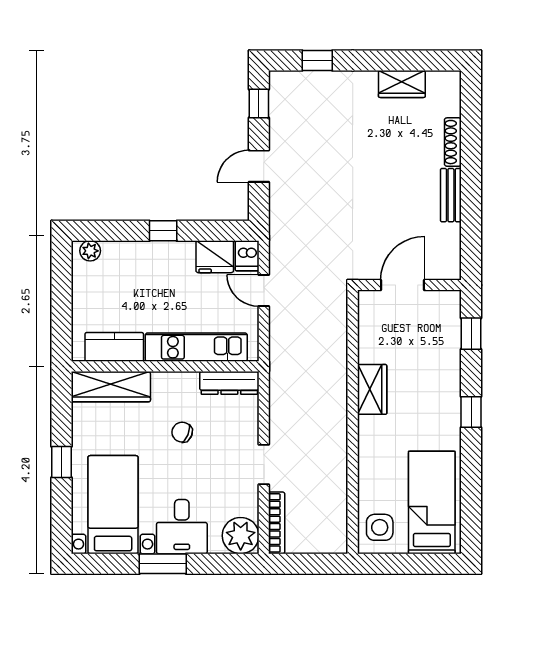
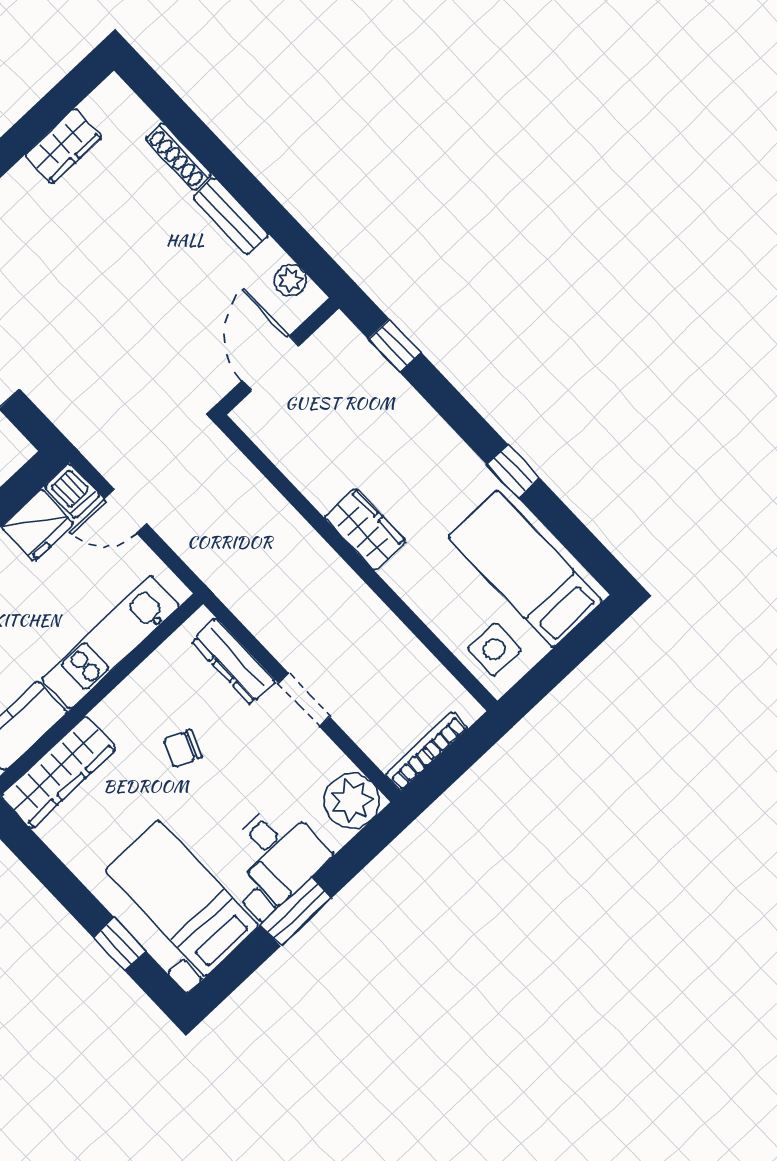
plant: (451, 254) -> (291, 280), added
dresser: (229, 383) -> (234, 661), moved, turned 90
wardrobe: (372, 389) -> (365, 529), moved
window: (471, 412) -> (513, 471), moved
window: (62, 462) -> (119, 944), moved
bookcase: (277, 523) -> (427, 751), moved, turned -90

